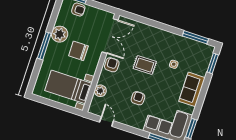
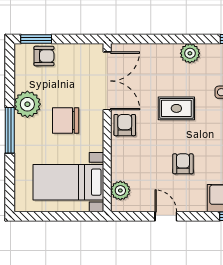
plant: (163, 36) -> (190, 53), added
plant: (100, 91) -> (120, 190), moved
door: (107, 121) -> (166, 216), moved

